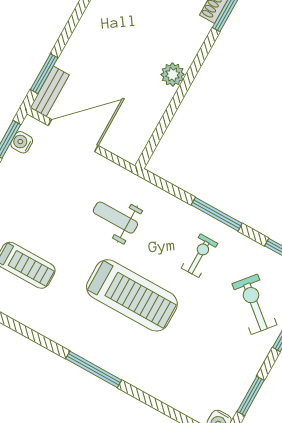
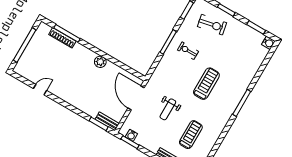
door: (73, 136) -> (136, 98), moved
weight bench: (115, 218) -> (168, 109), moved
treadmill: (132, 295) -> (206, 84), width x0.73, depth x0.73
exercise bike: (254, 304) -> (212, 25), turned -142

